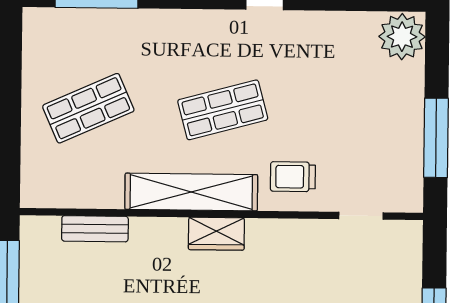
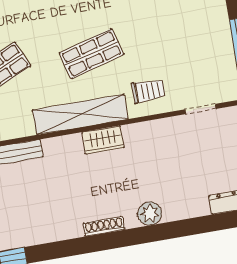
trolley: (293, 177) -> (148, 91), turned 180

